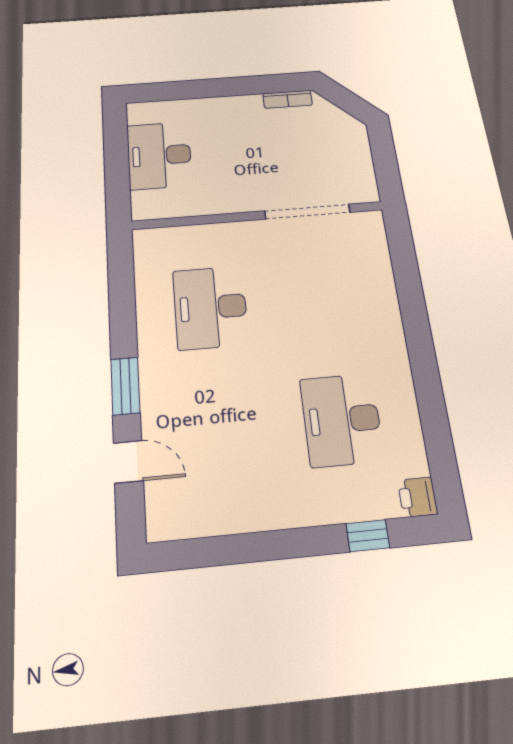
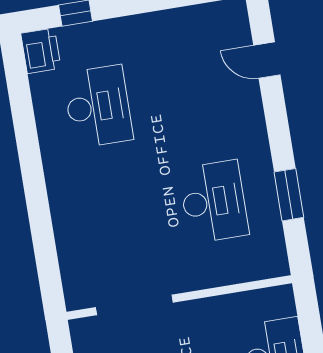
window: (125, 386) -> (289, 195), moved
printer: (418, 497) -> (41, 51), width x1.36, depth x1.24

